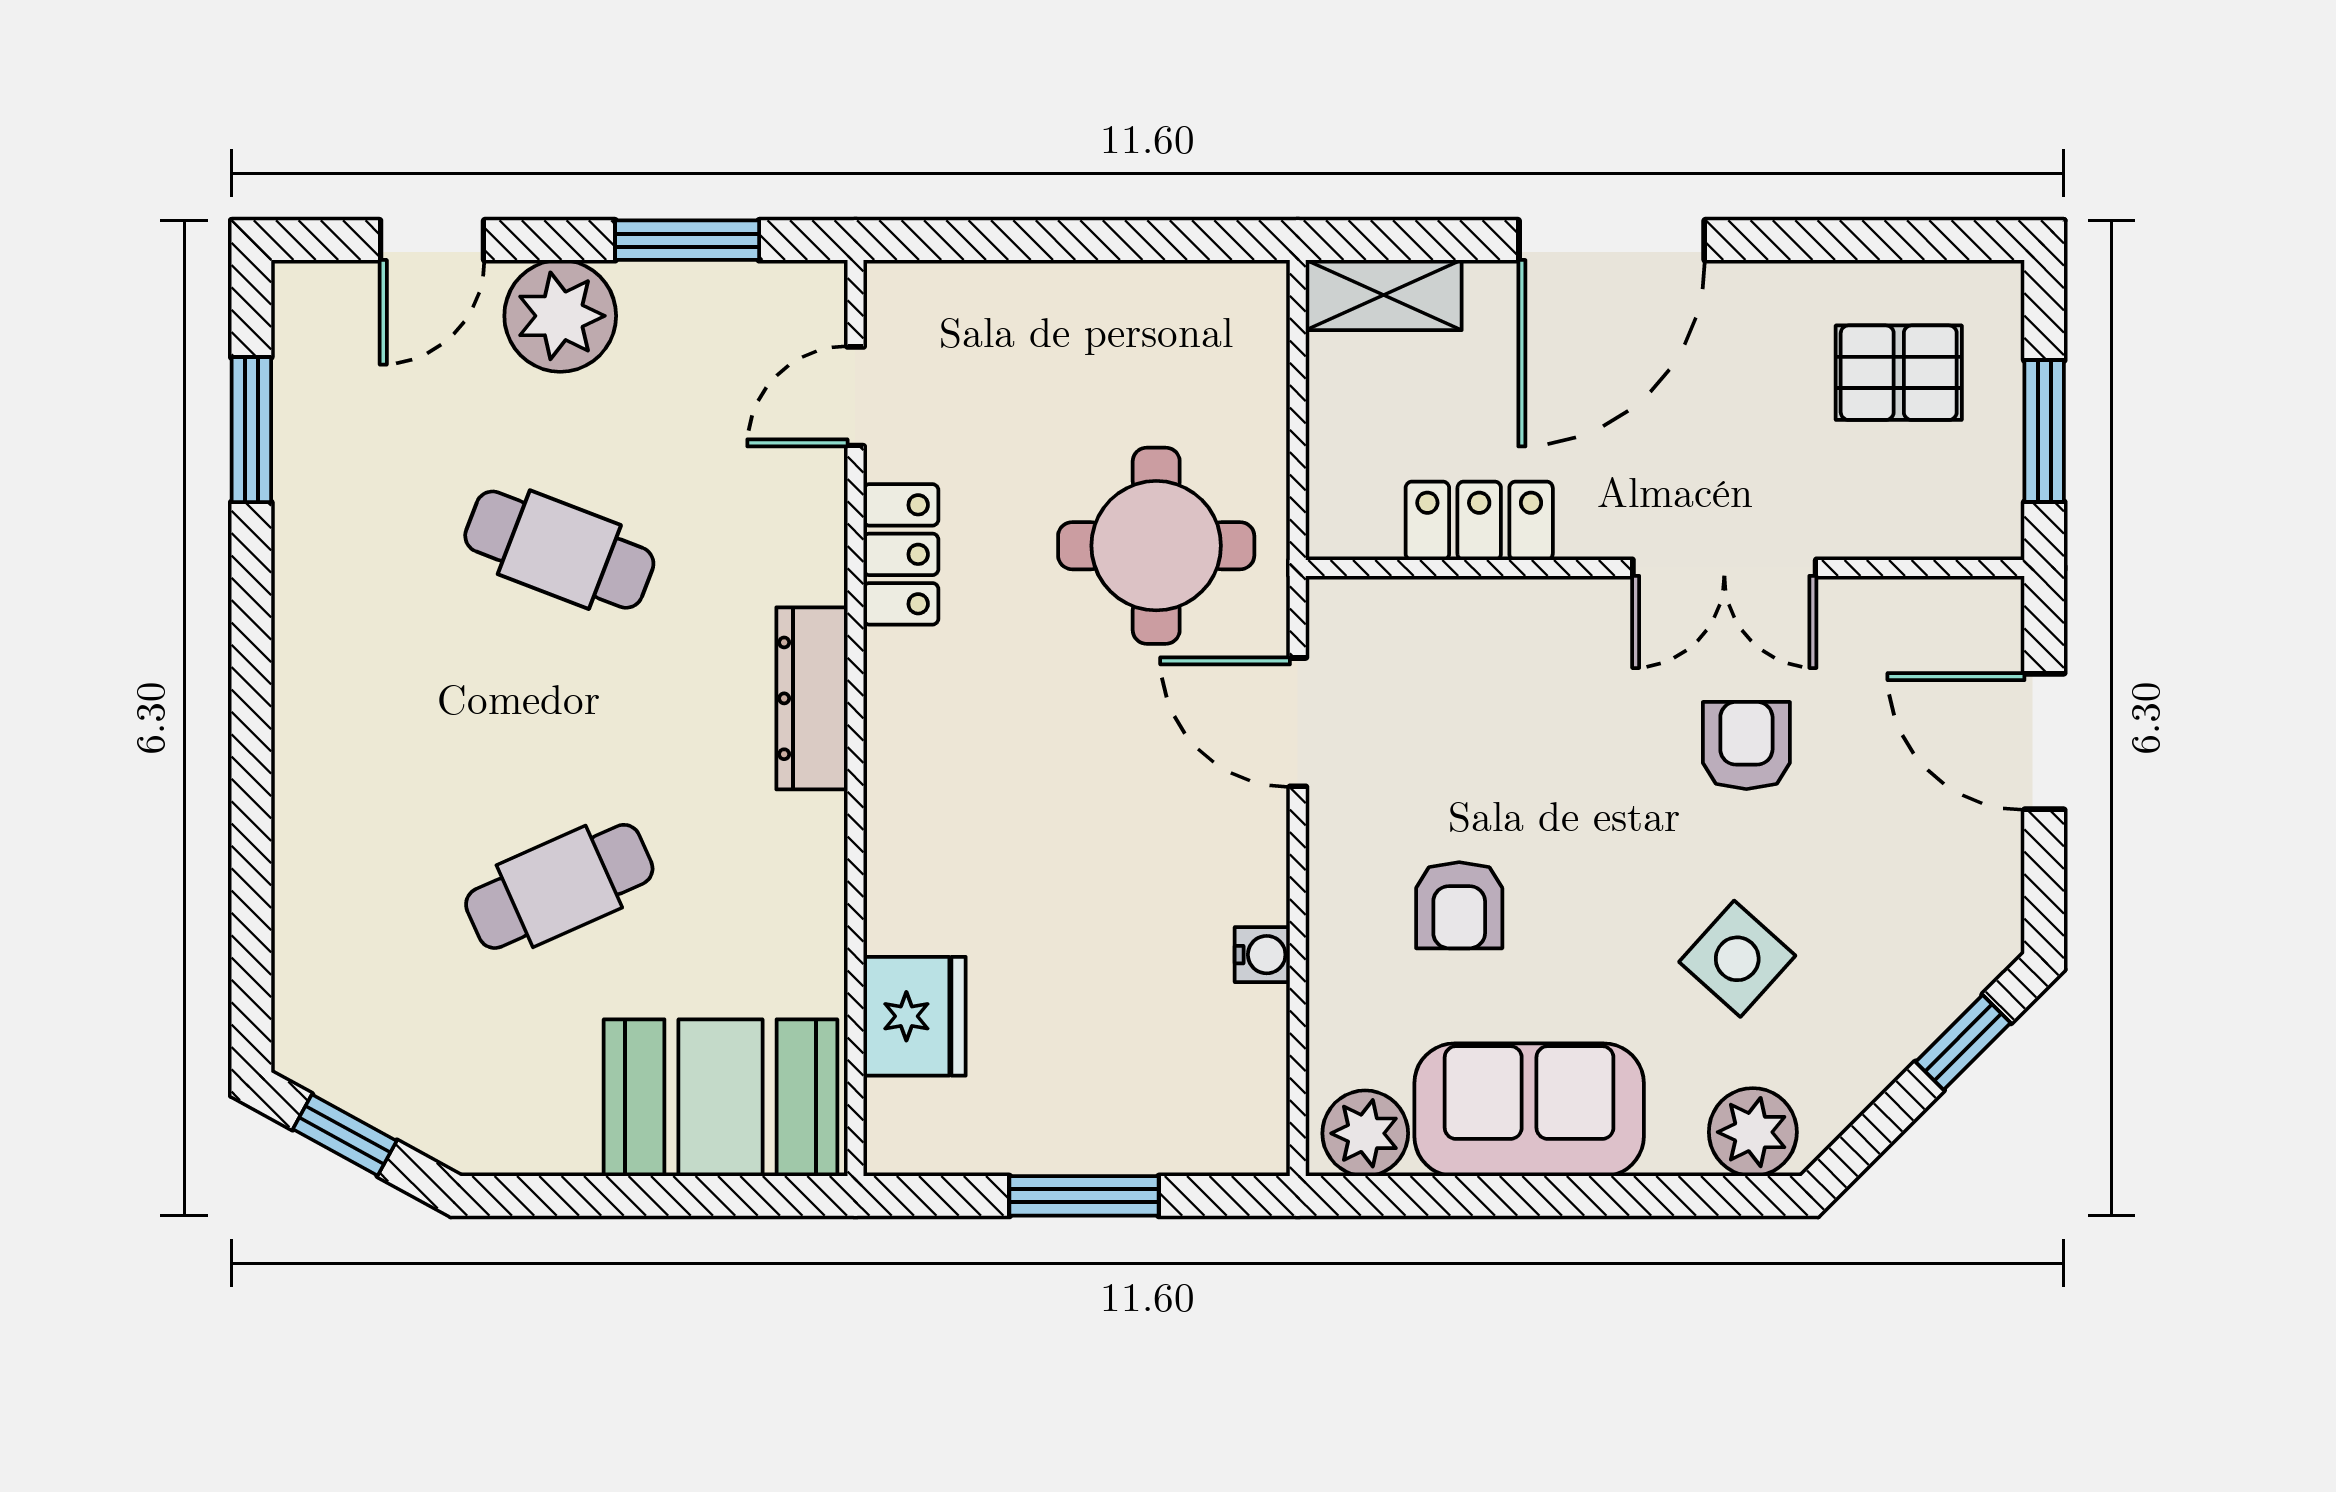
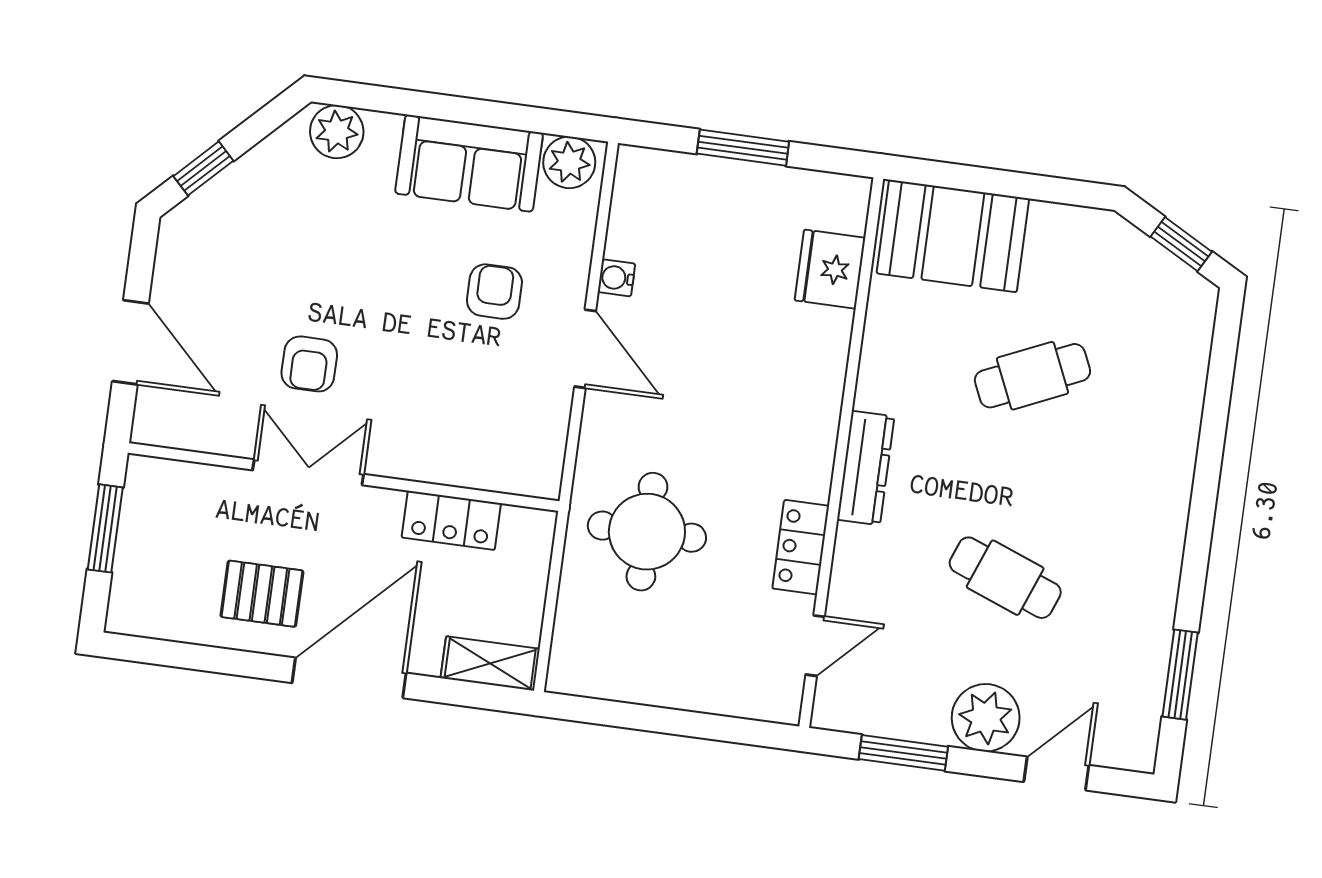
pallet: (1899, 373) -> (262, 594), moved
door: (1298, 722) -> (585, 349), moved
side table: (1737, 959) -> (332, 237), removed

